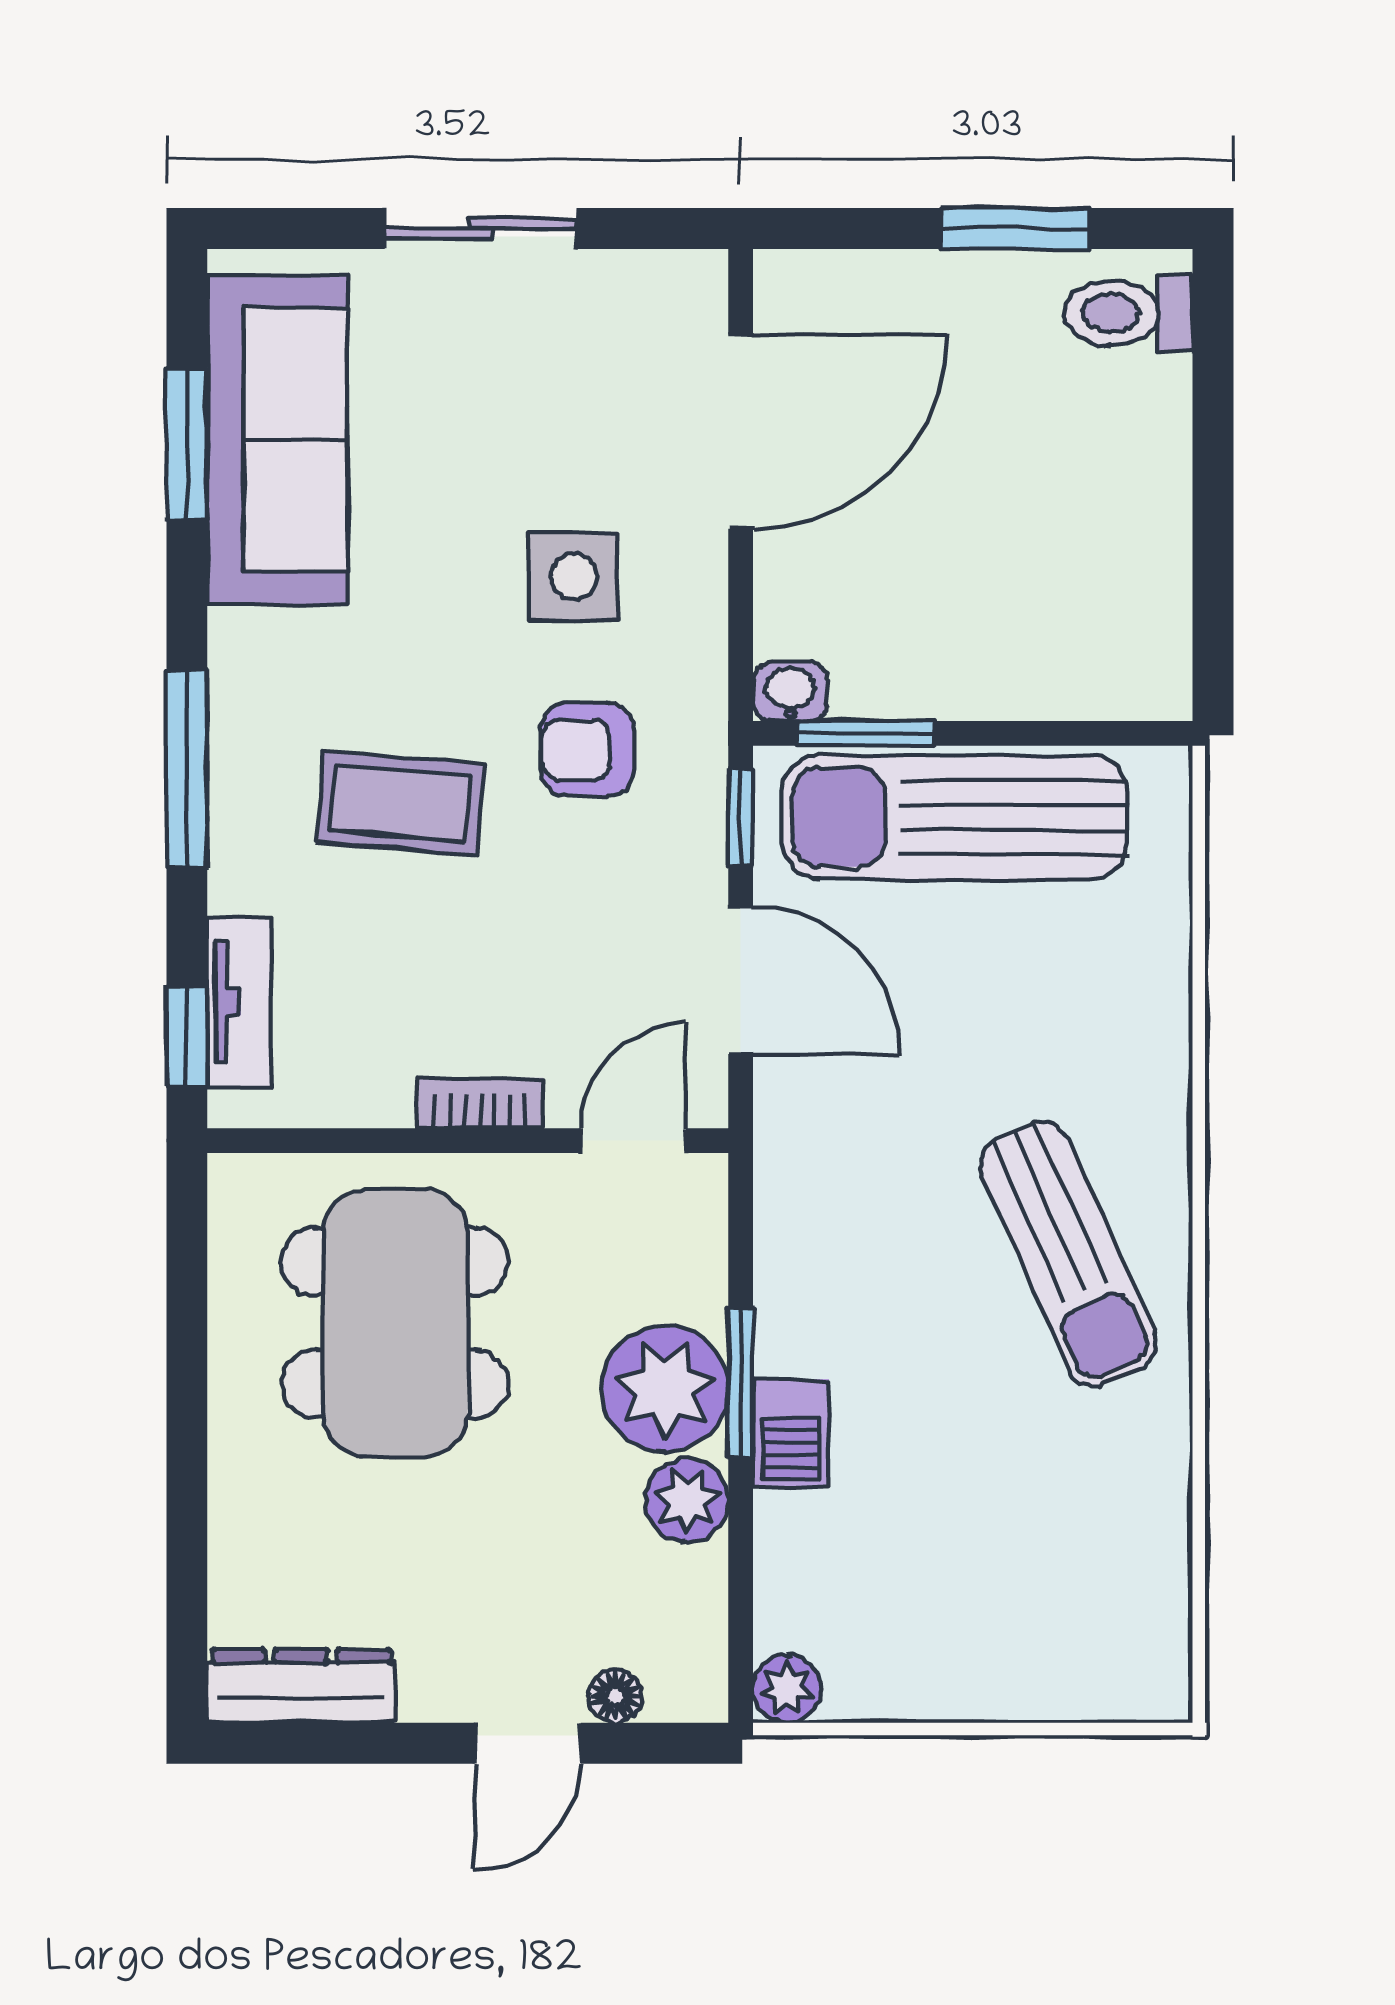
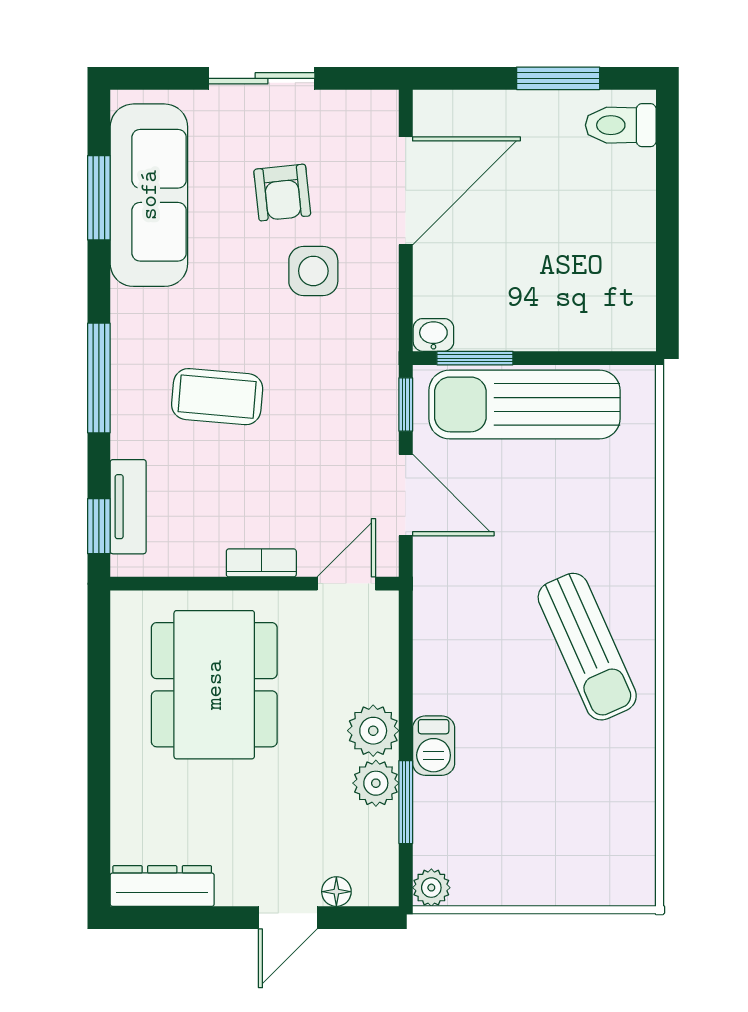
armchair: (587, 750) -> (282, 193), moved, turned -96
window: (741, 1383) -> (406, 802), moved
plant: (665, 1389) -> (373, 731), width x0.73, depth x0.73

